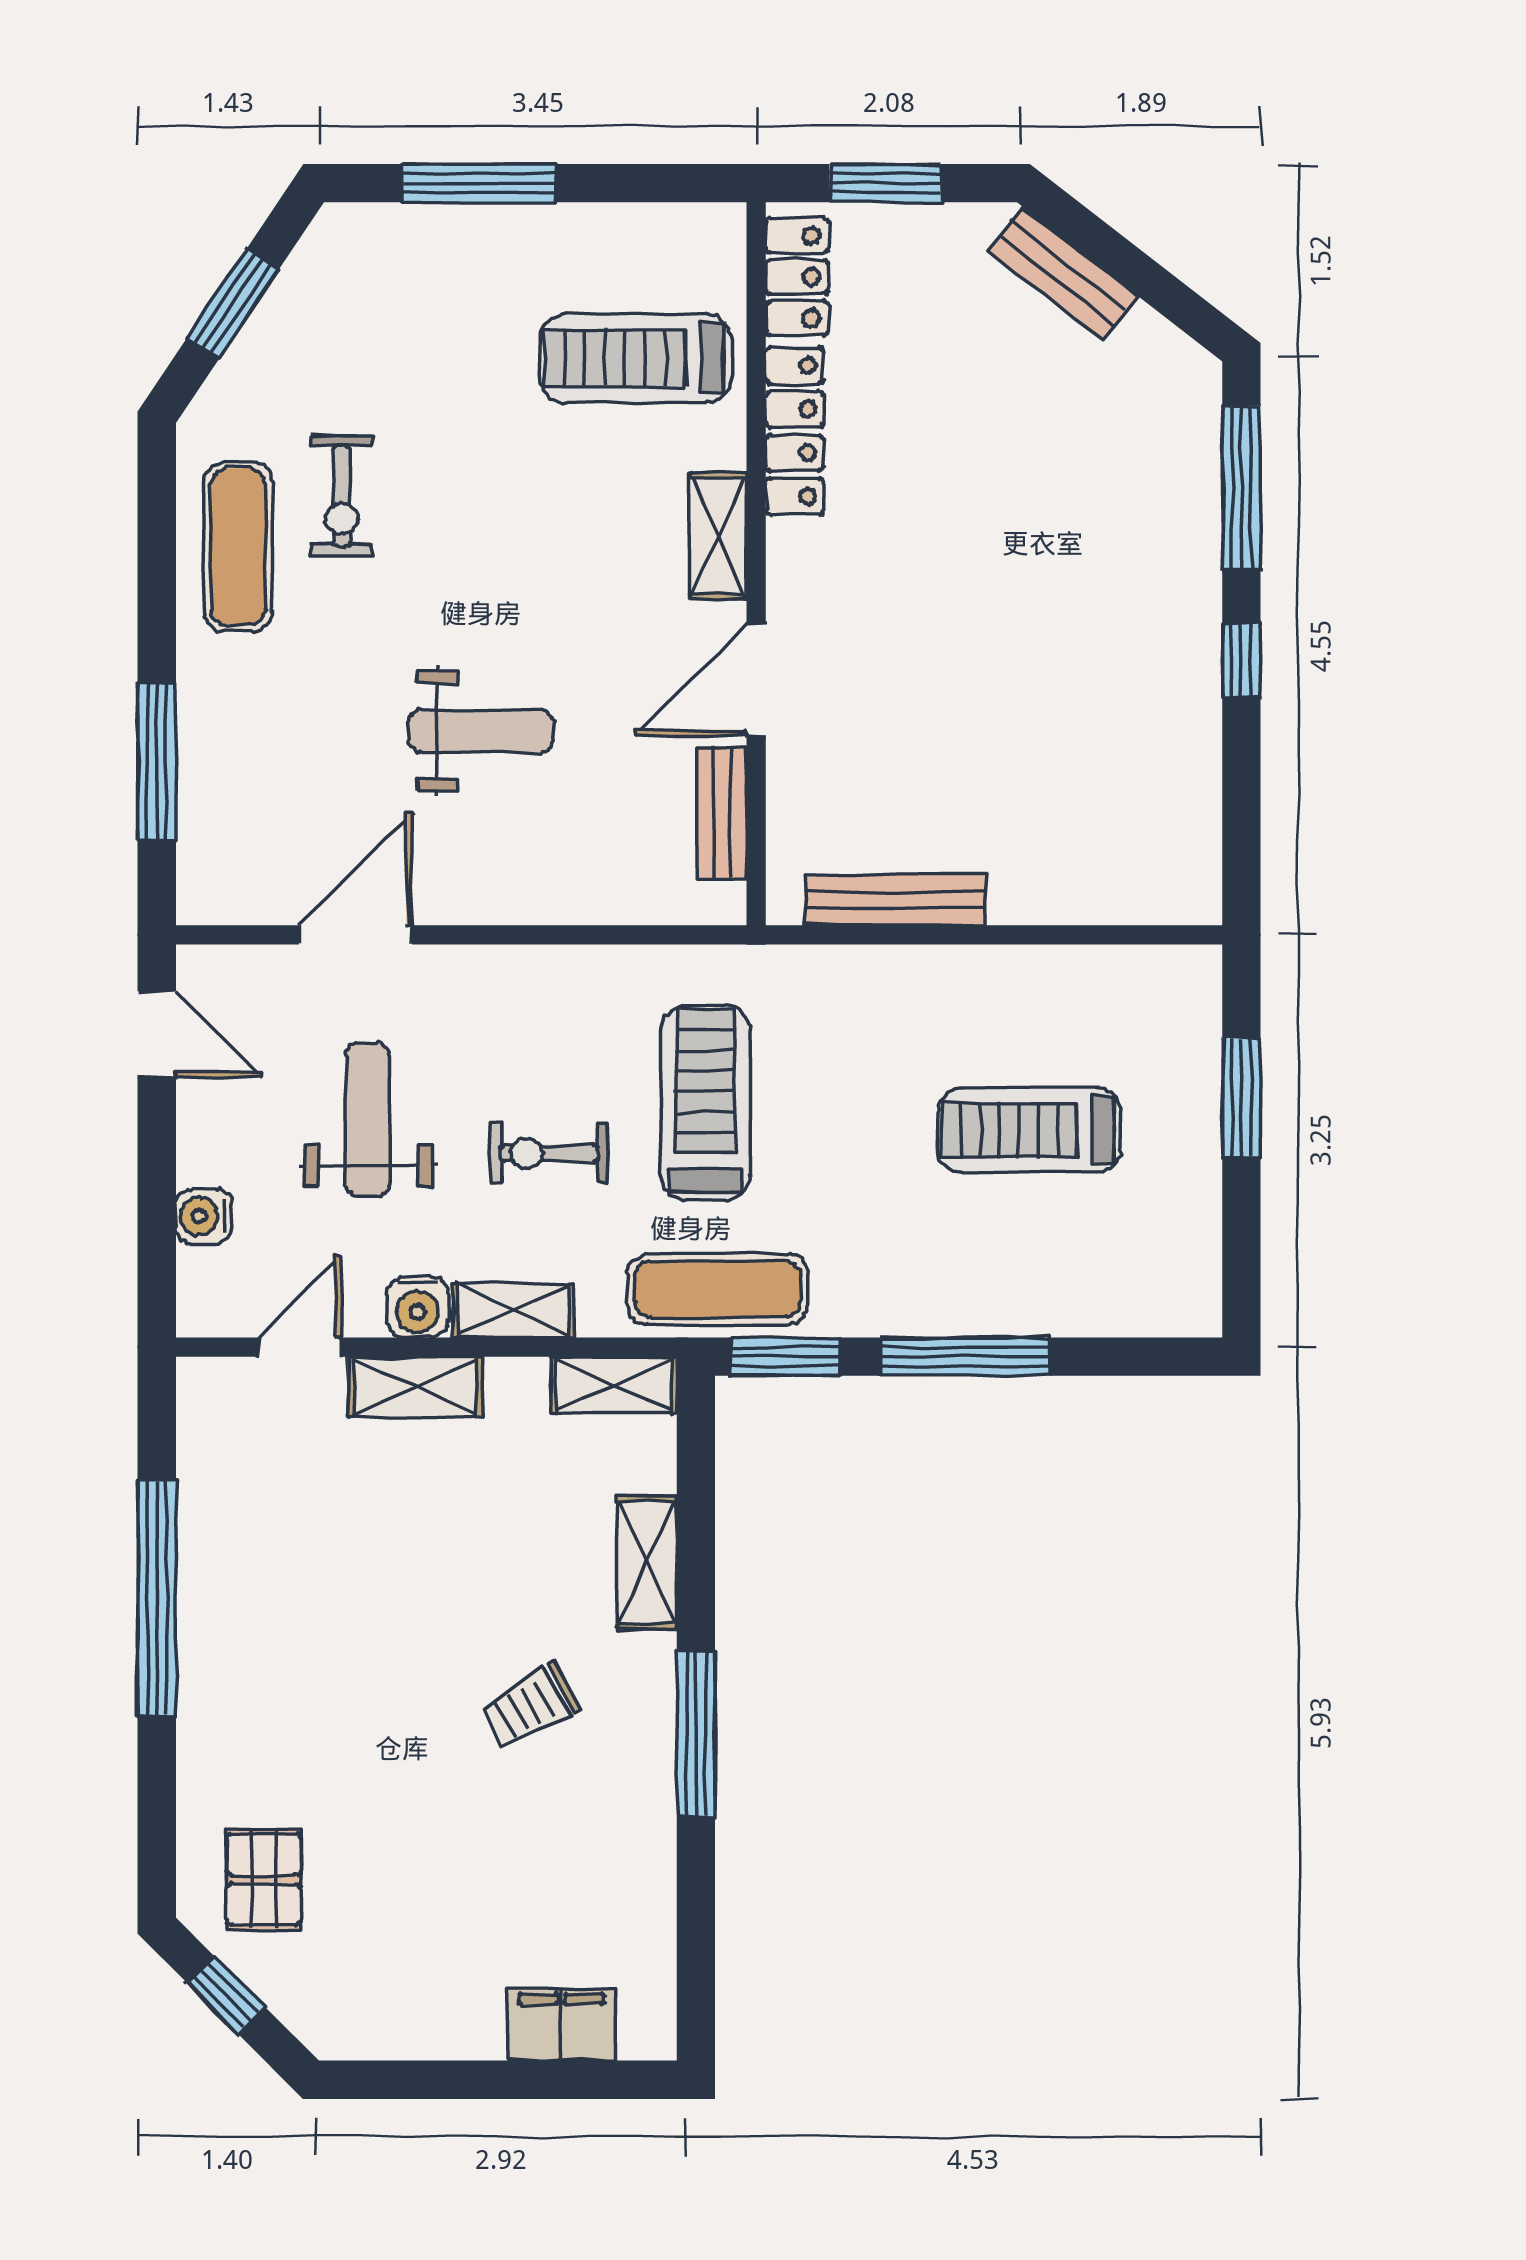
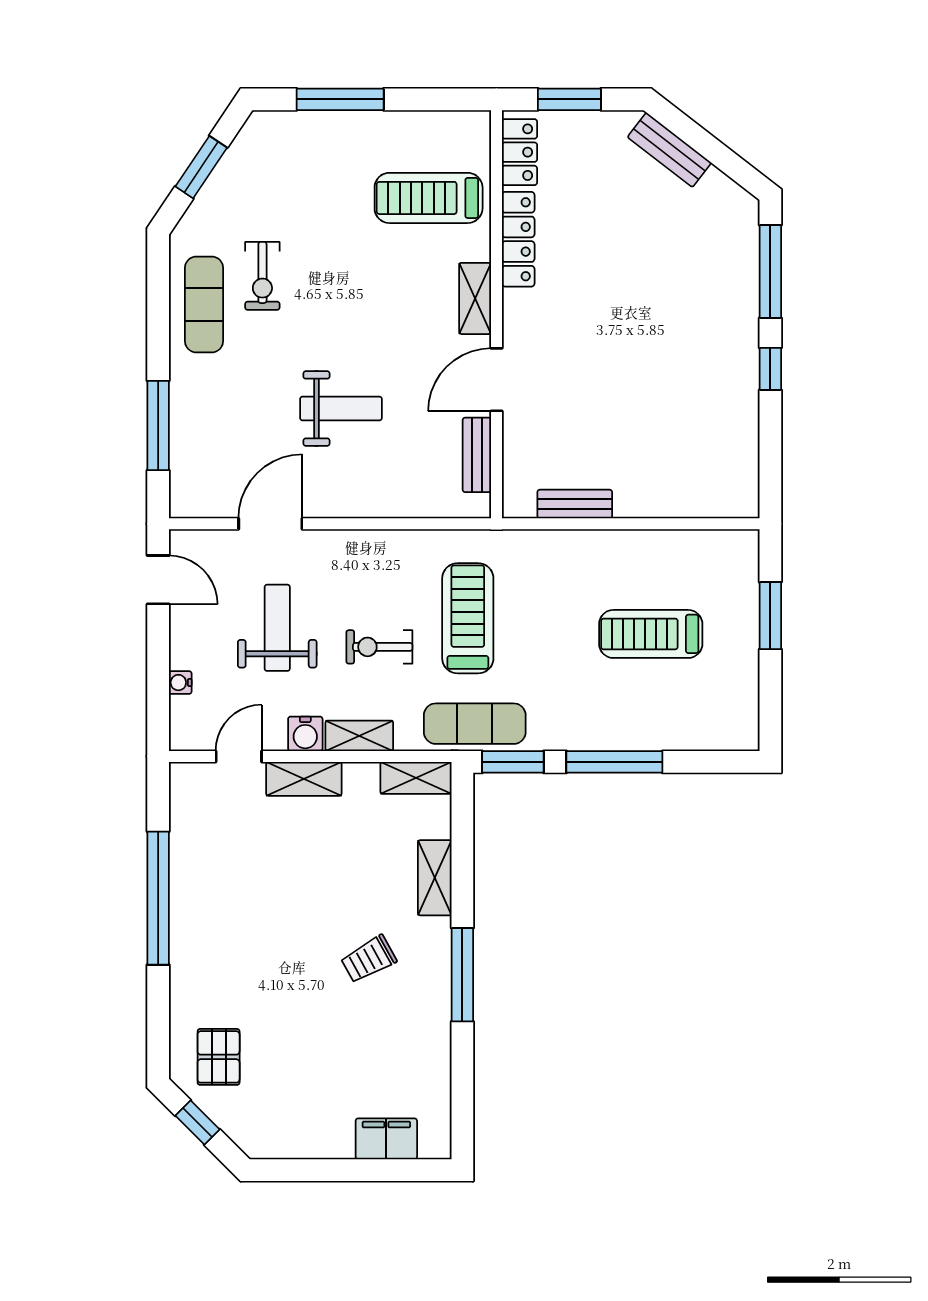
bench: (895, 900) -> (575, 504), width x0.73
water cooler: (204, 1216) -> (180, 683), width x0.72, depth x0.72

